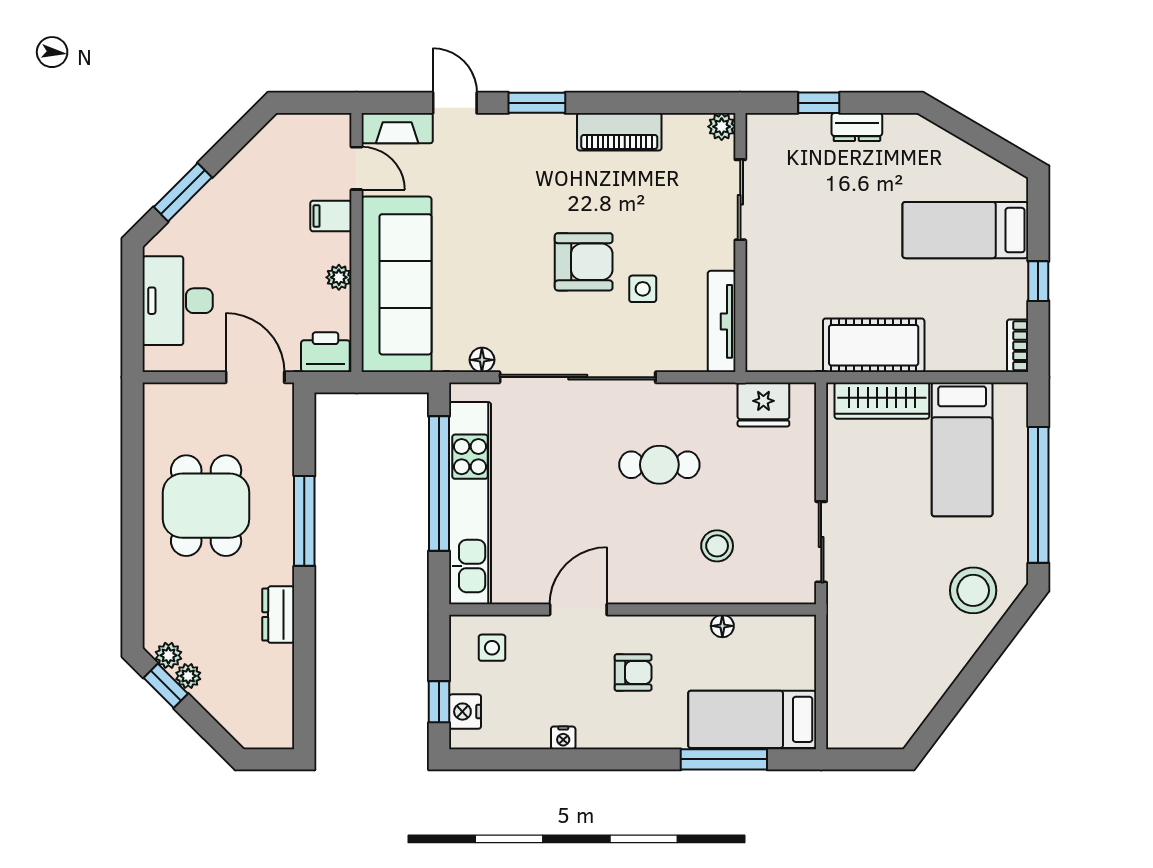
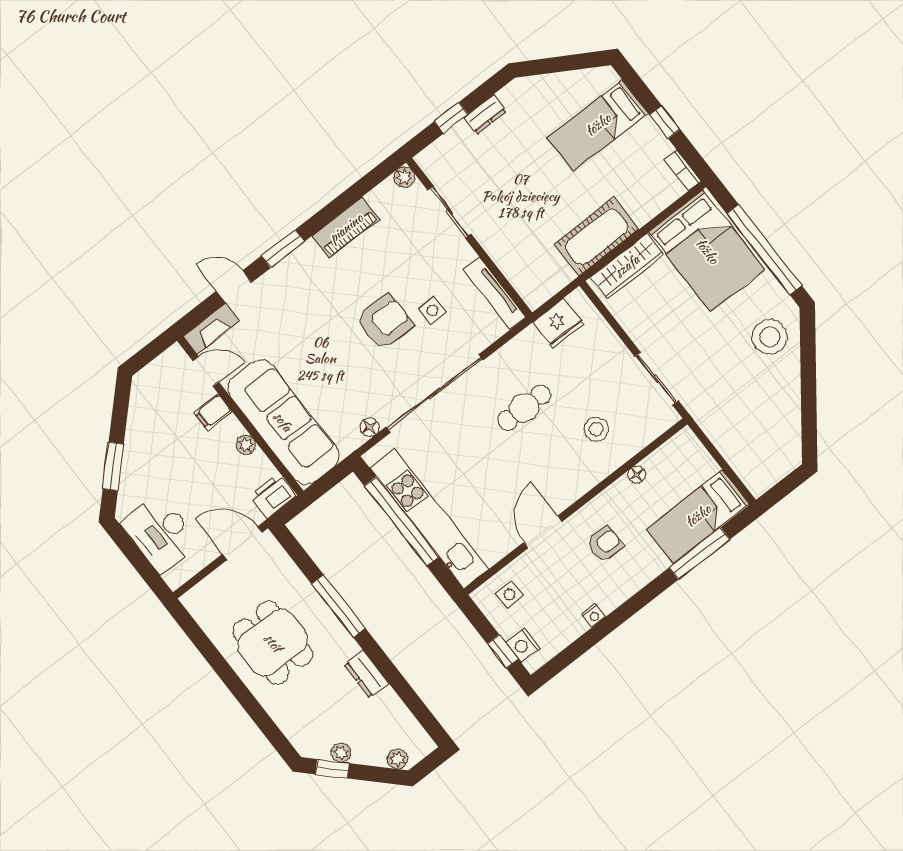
bed: (962, 449) -> (707, 251), width x1.50
plant: (168, 655) -> (397, 759), moved

